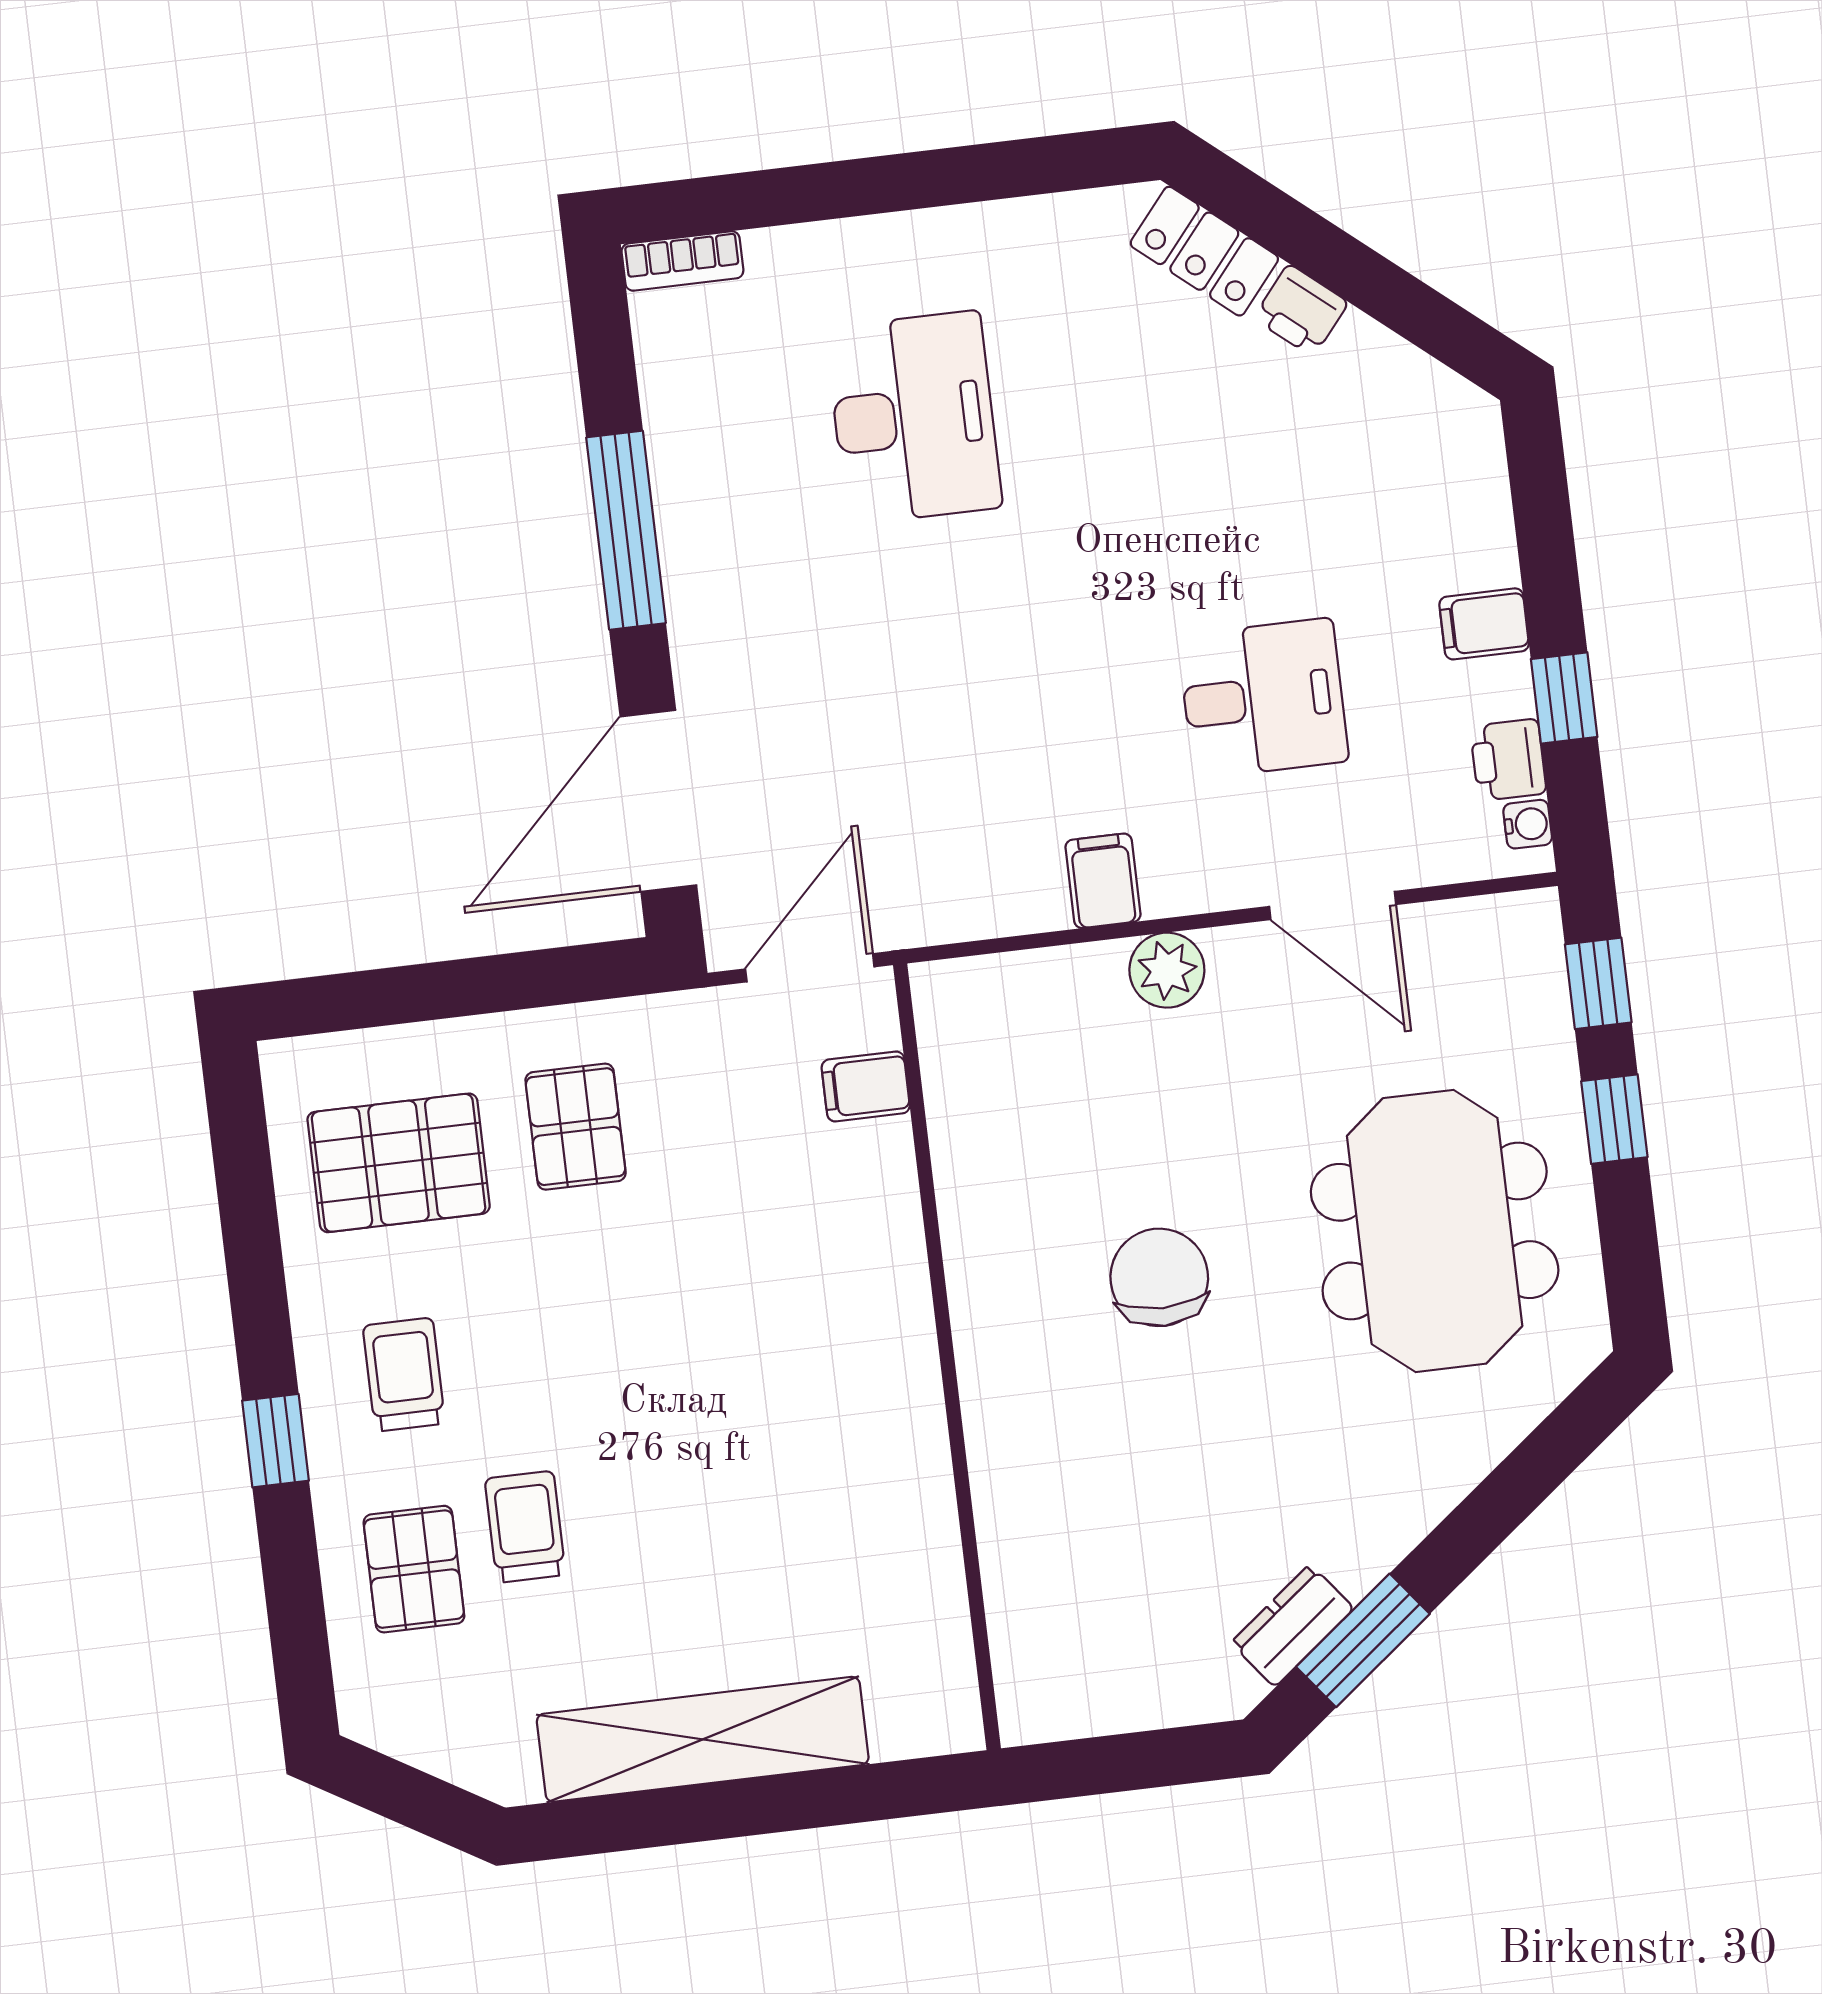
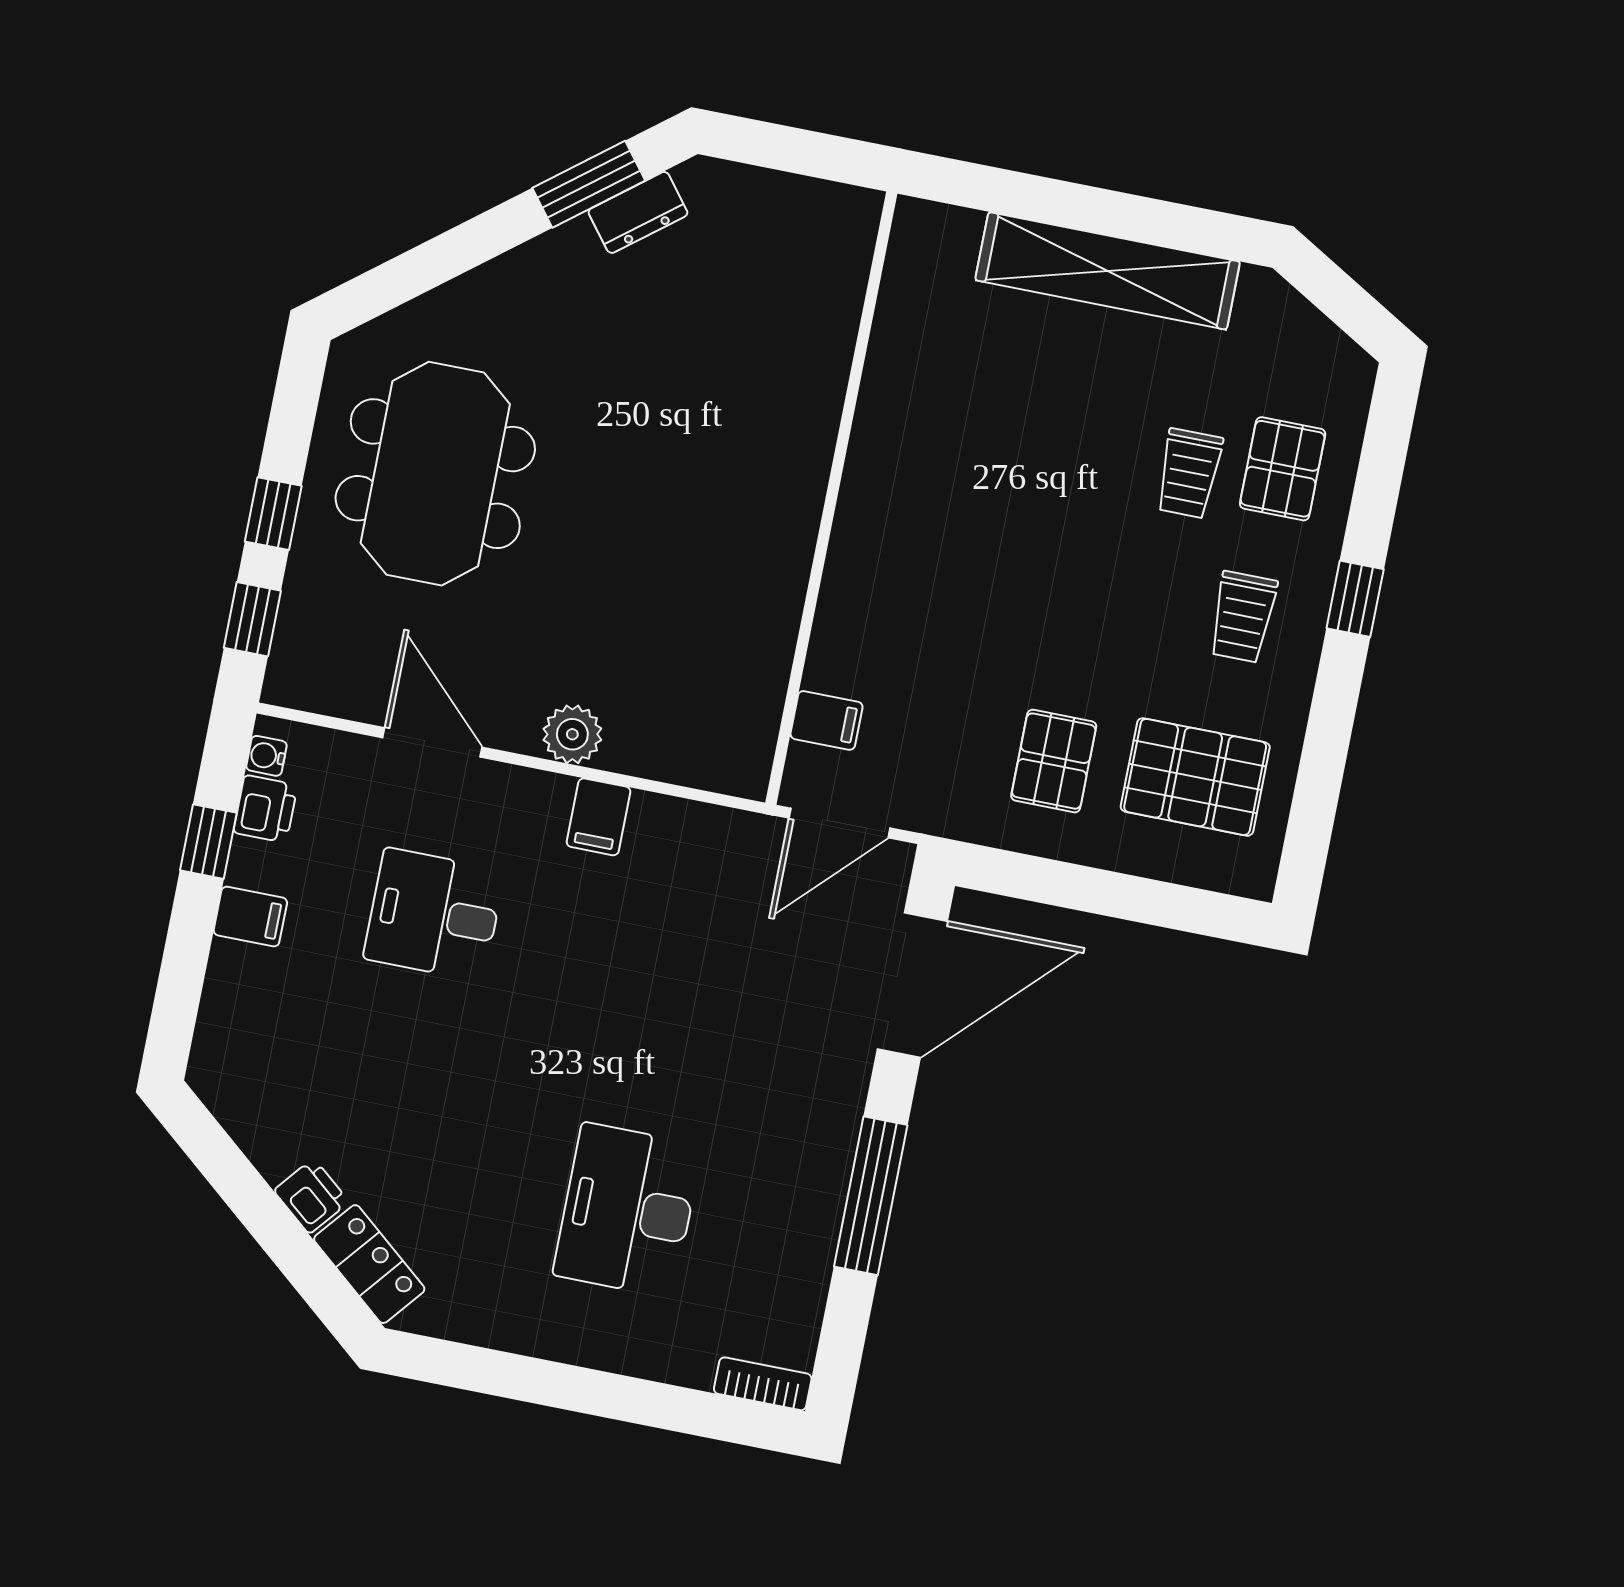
chair: (1159, 1277) -> (653, 506), removed

